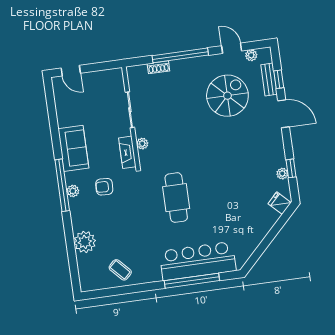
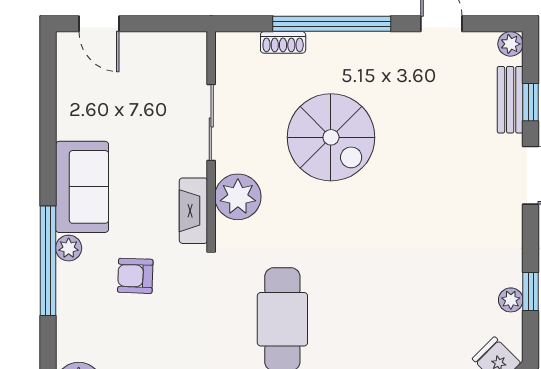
plant: (251, 55) -> (510, 44), moved
spiral stairs: (227, 96) -> (331, 137), moved, turned 90
plant: (142, 144) -> (238, 197), width x1.88, depth x1.88
plant: (73, 191) -> (69, 248), moved

